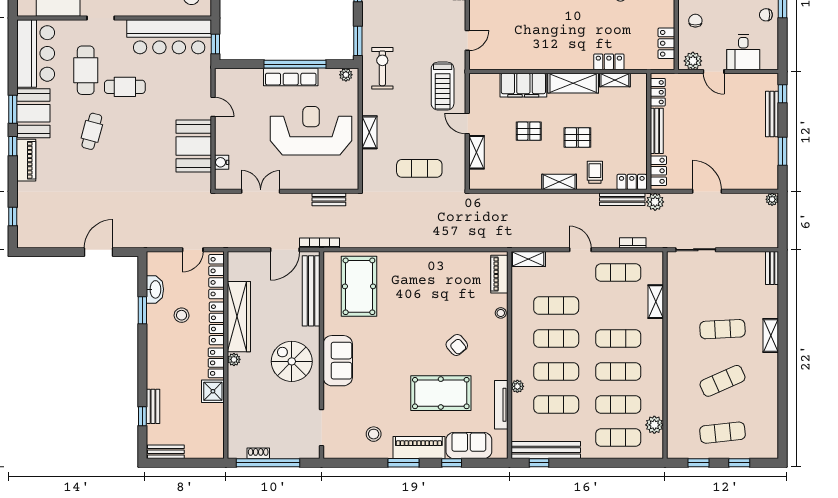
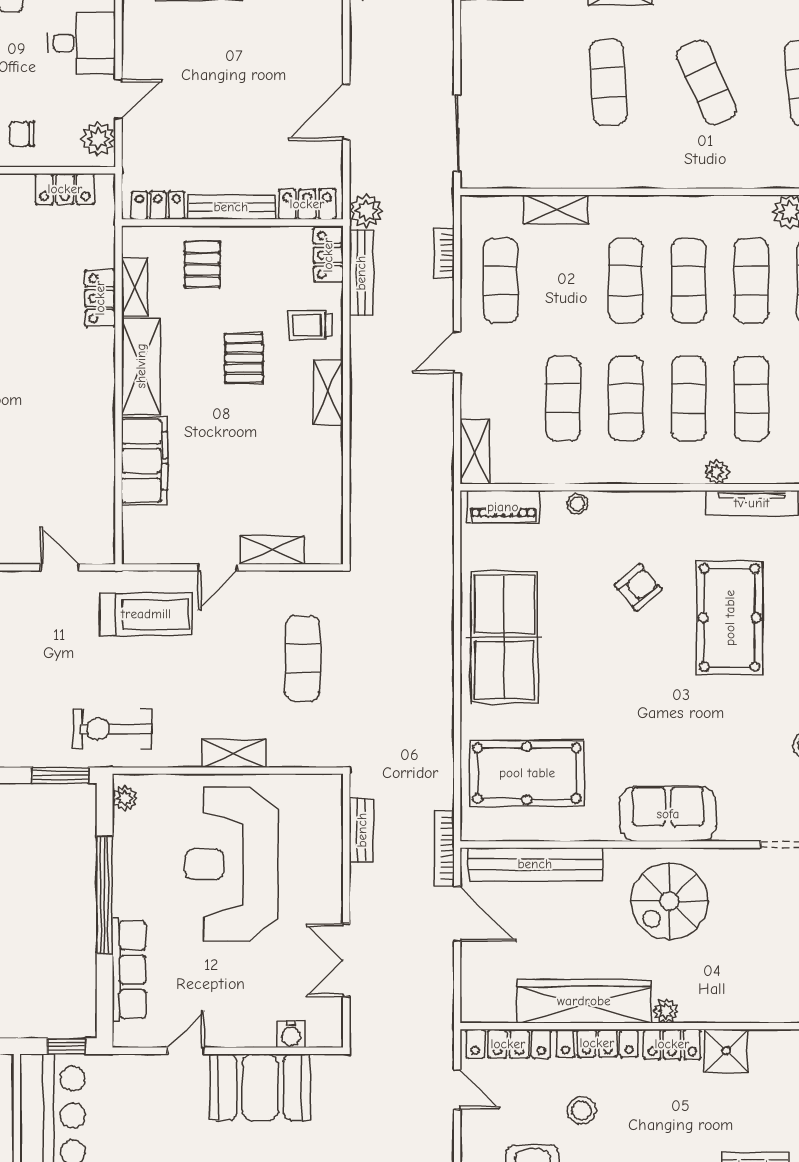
row of seats: (291, 77) -> (129, 970), moved
pallet: (529, 131) -> (202, 264), moved
table tennis table: (431, 275) -> (504, 637), added

